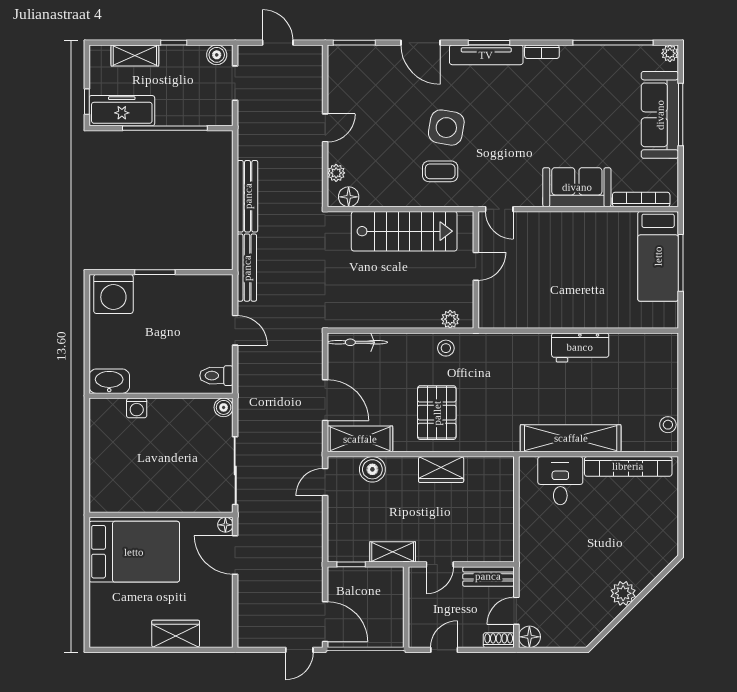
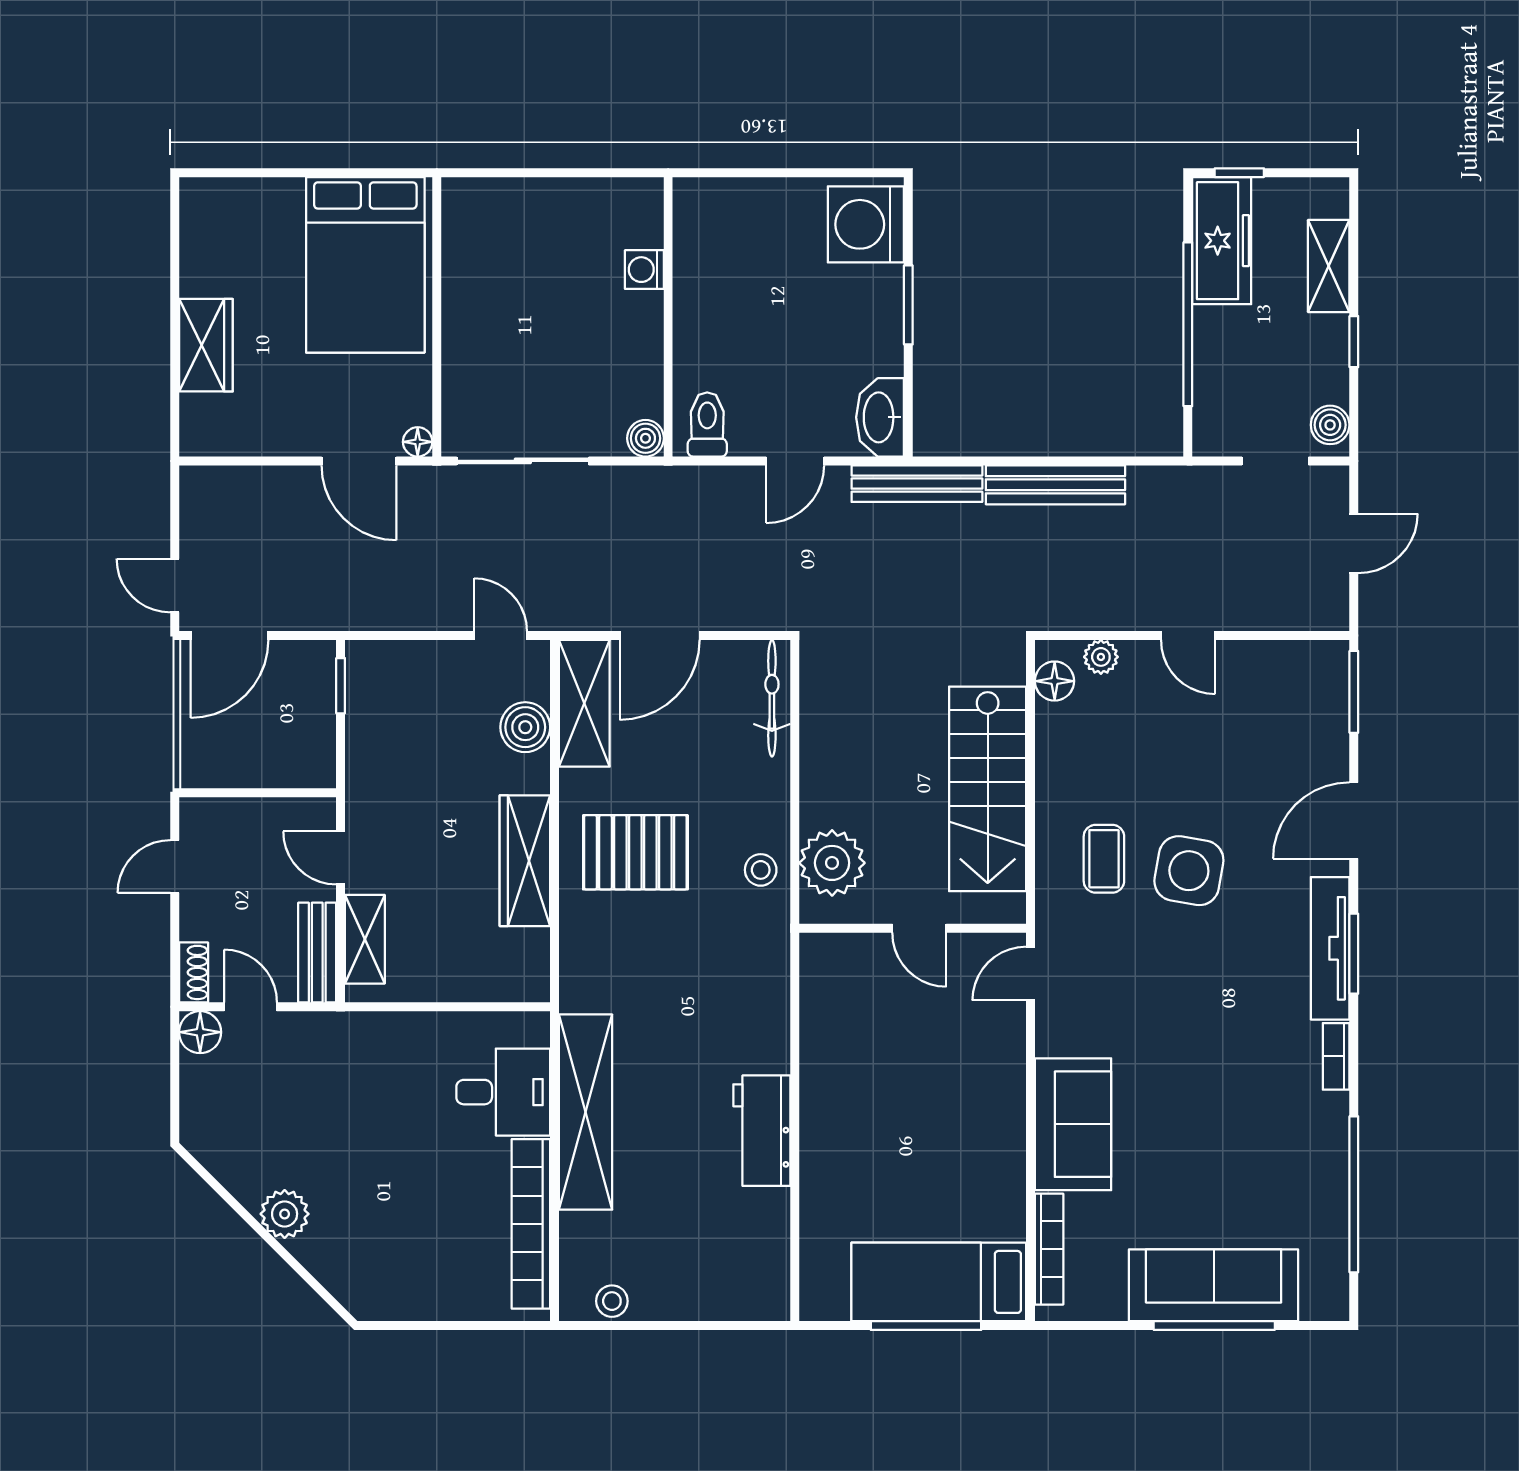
plant: (670, 53) -> (1333, 1305), removed
plant: (450, 319) -> (832, 863), width x1.87, depth x1.87
washbasin: (109, 381) -> (880, 417), moved, turned 180
wardrobe: (441, 469) -> (525, 861), width x1.50
shelving: (393, 552) -> (365, 939), moved
door: (235, 555) -> (359, 461), swing flipped
door: (444, 650) -> (175, 866), swing flipped

